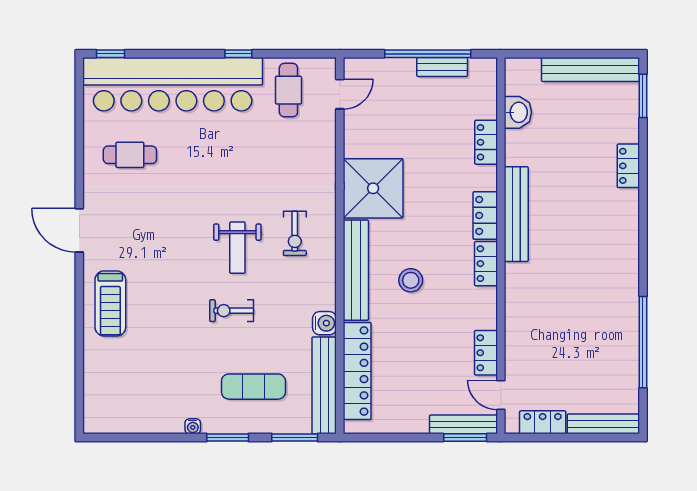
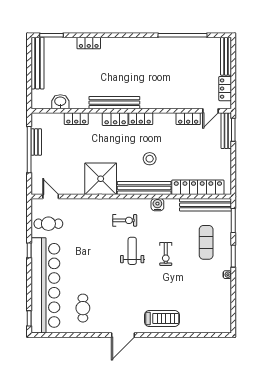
weight bench: (237, 248) -> (132, 251), turned -90
water cooler: (324, 323) -> (157, 205), moved

